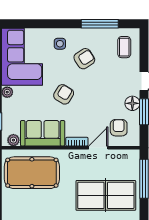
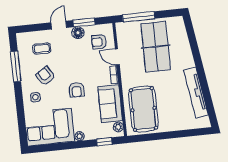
coffee table: (124, 47) -> (42, 49), moved
armchair: (64, 94) -> (77, 90), turned -122

